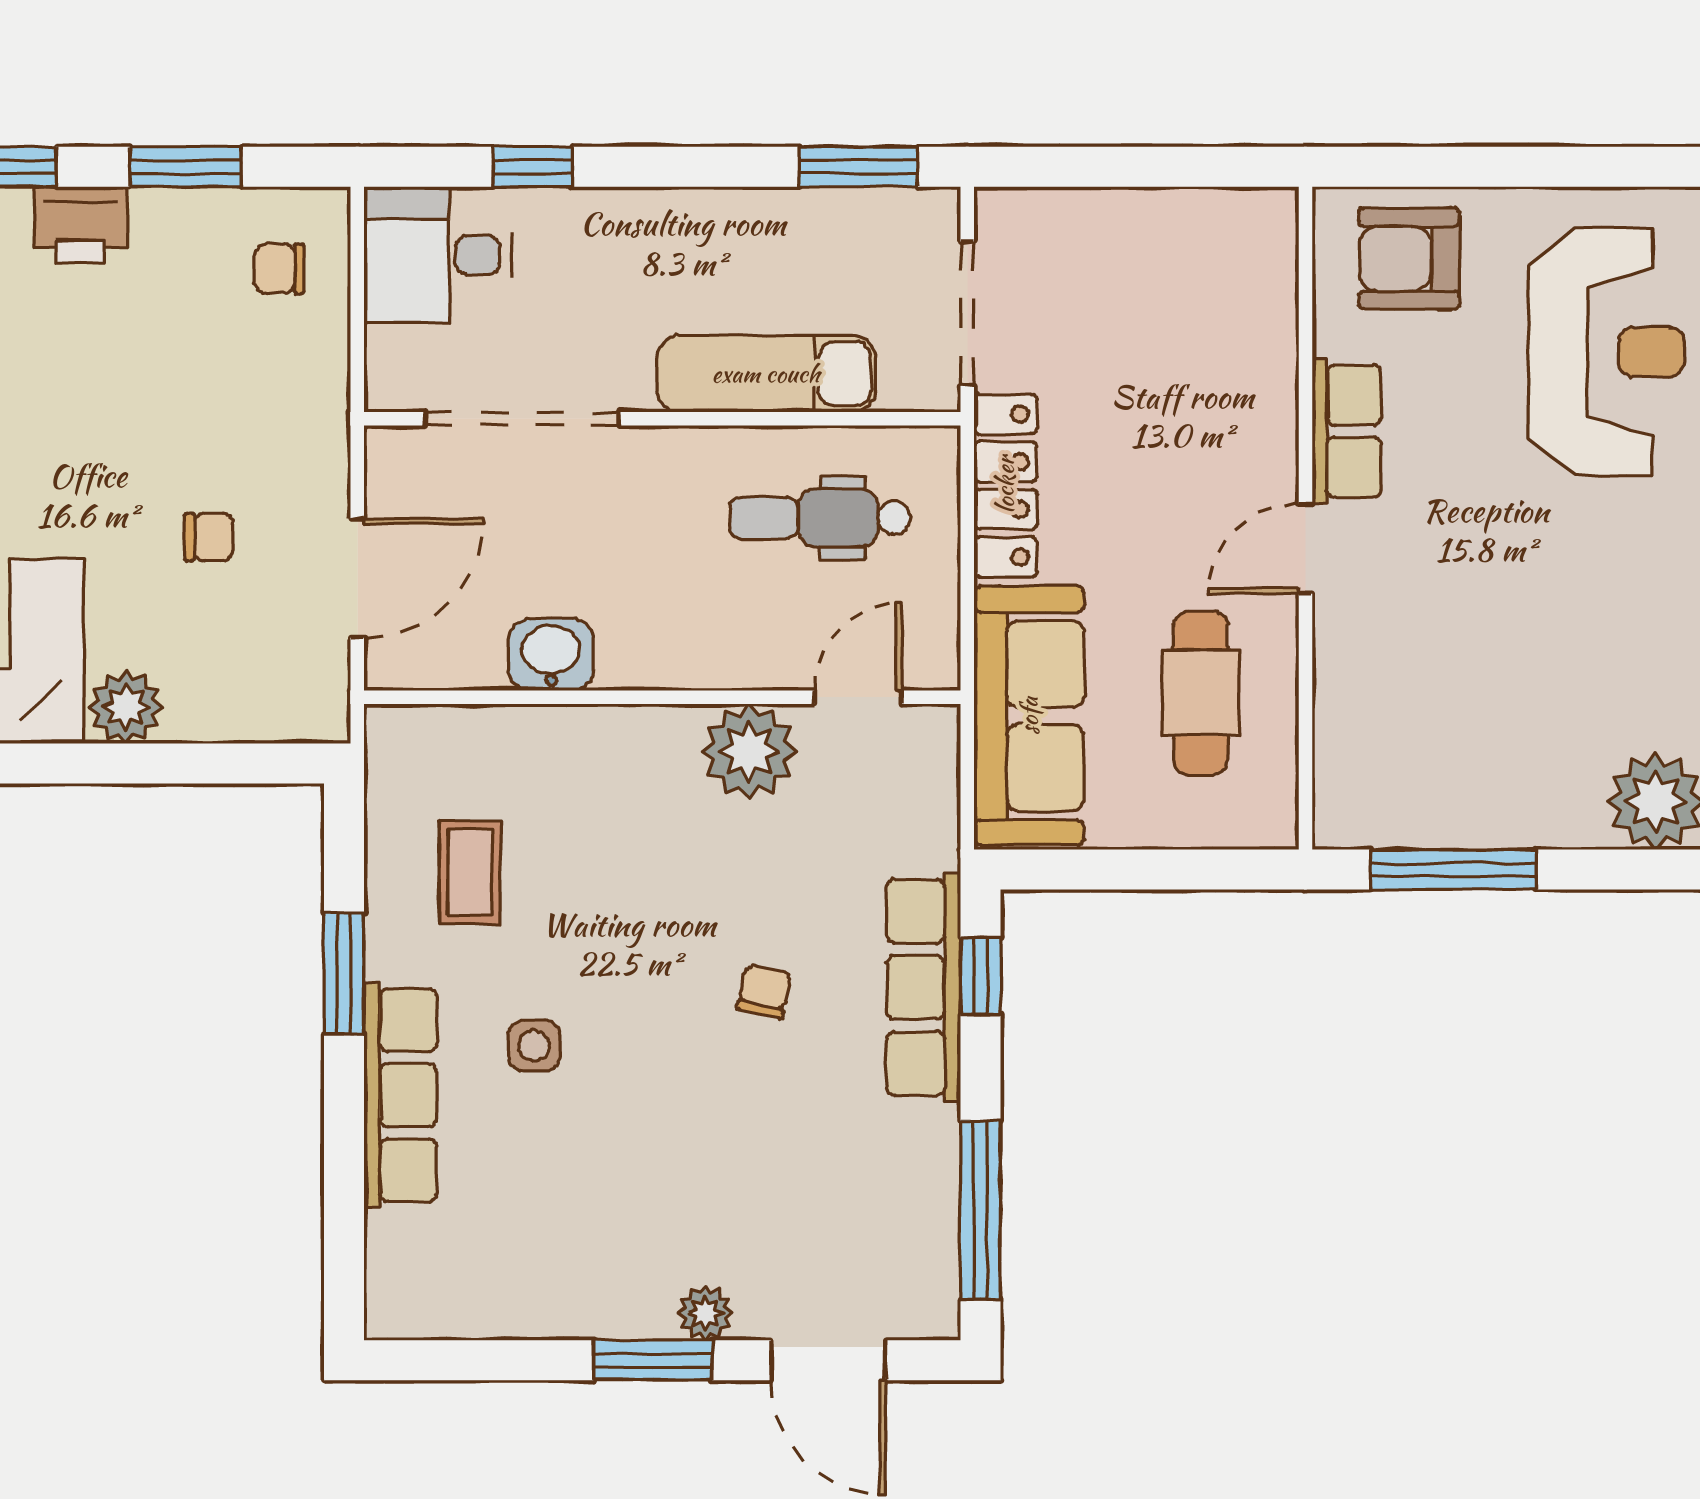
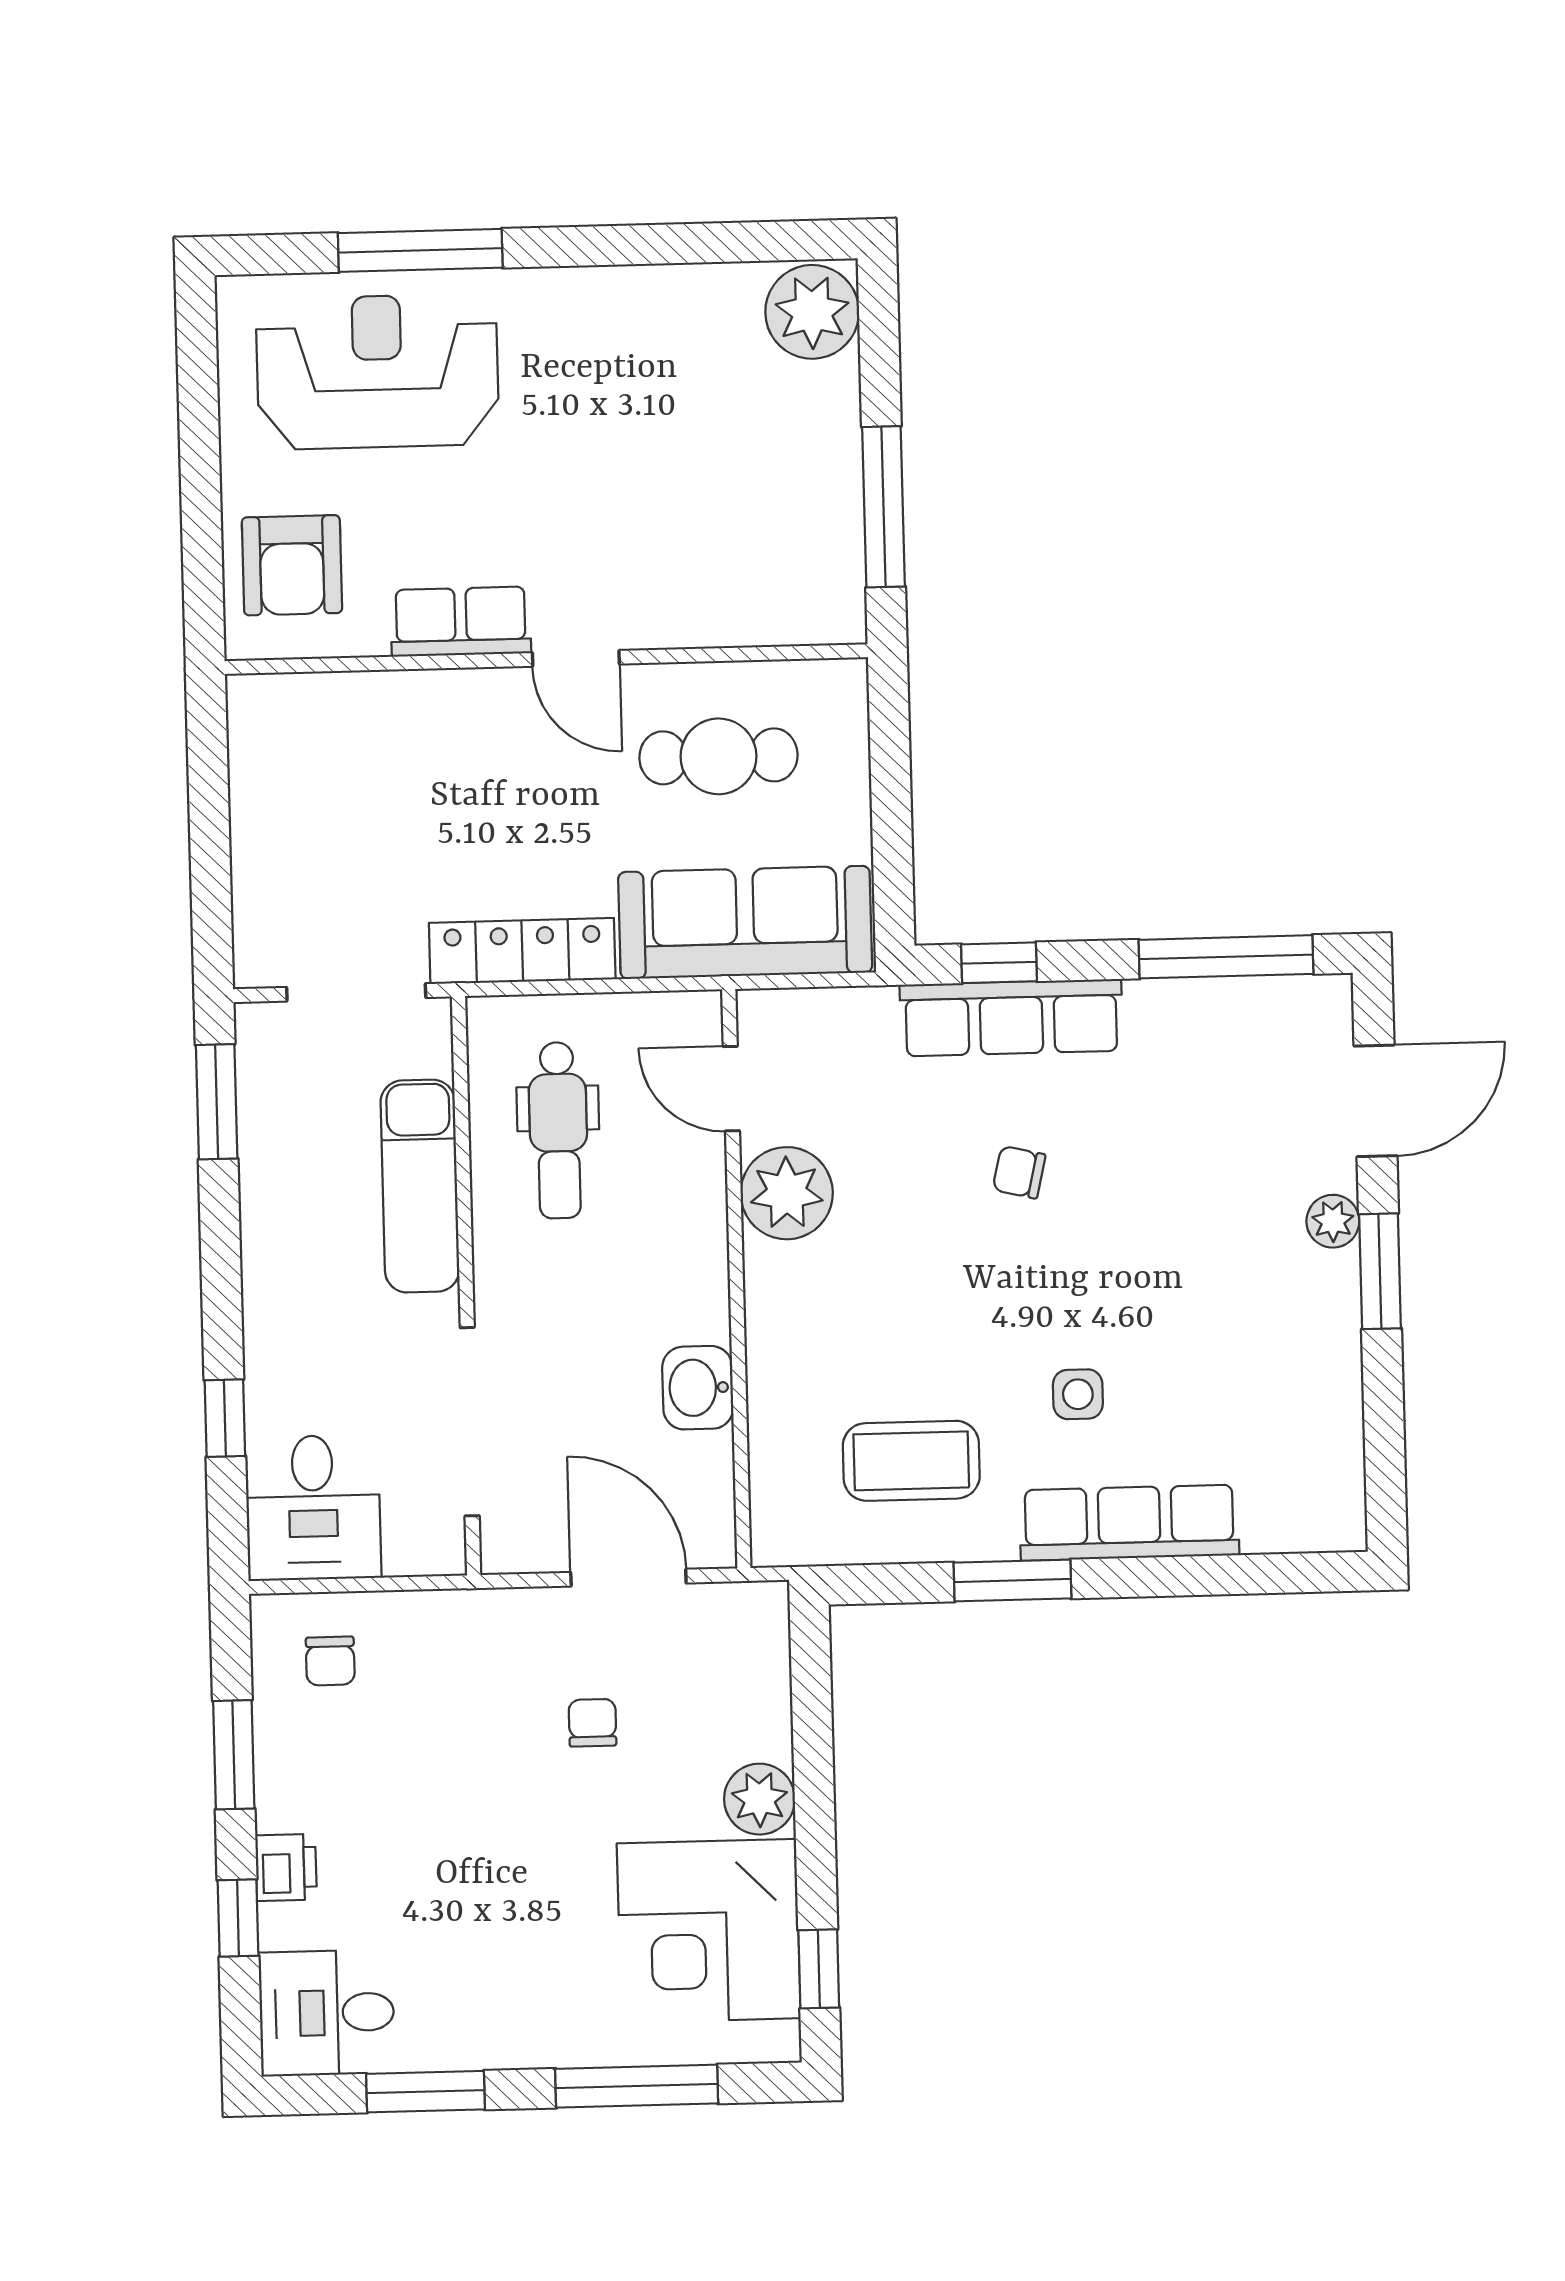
printer: (80, 225) -> (286, 1867), width x0.73, depth x0.81
coffee table: (470, 872) -> (911, 1461), width x1.36, depth x1.30

